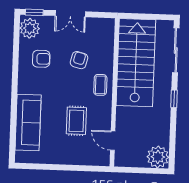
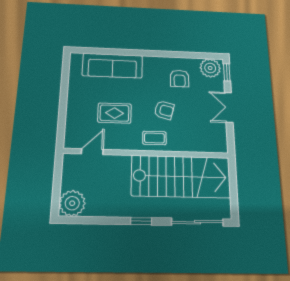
armchair: (79, 60) -> (164, 110), moved

